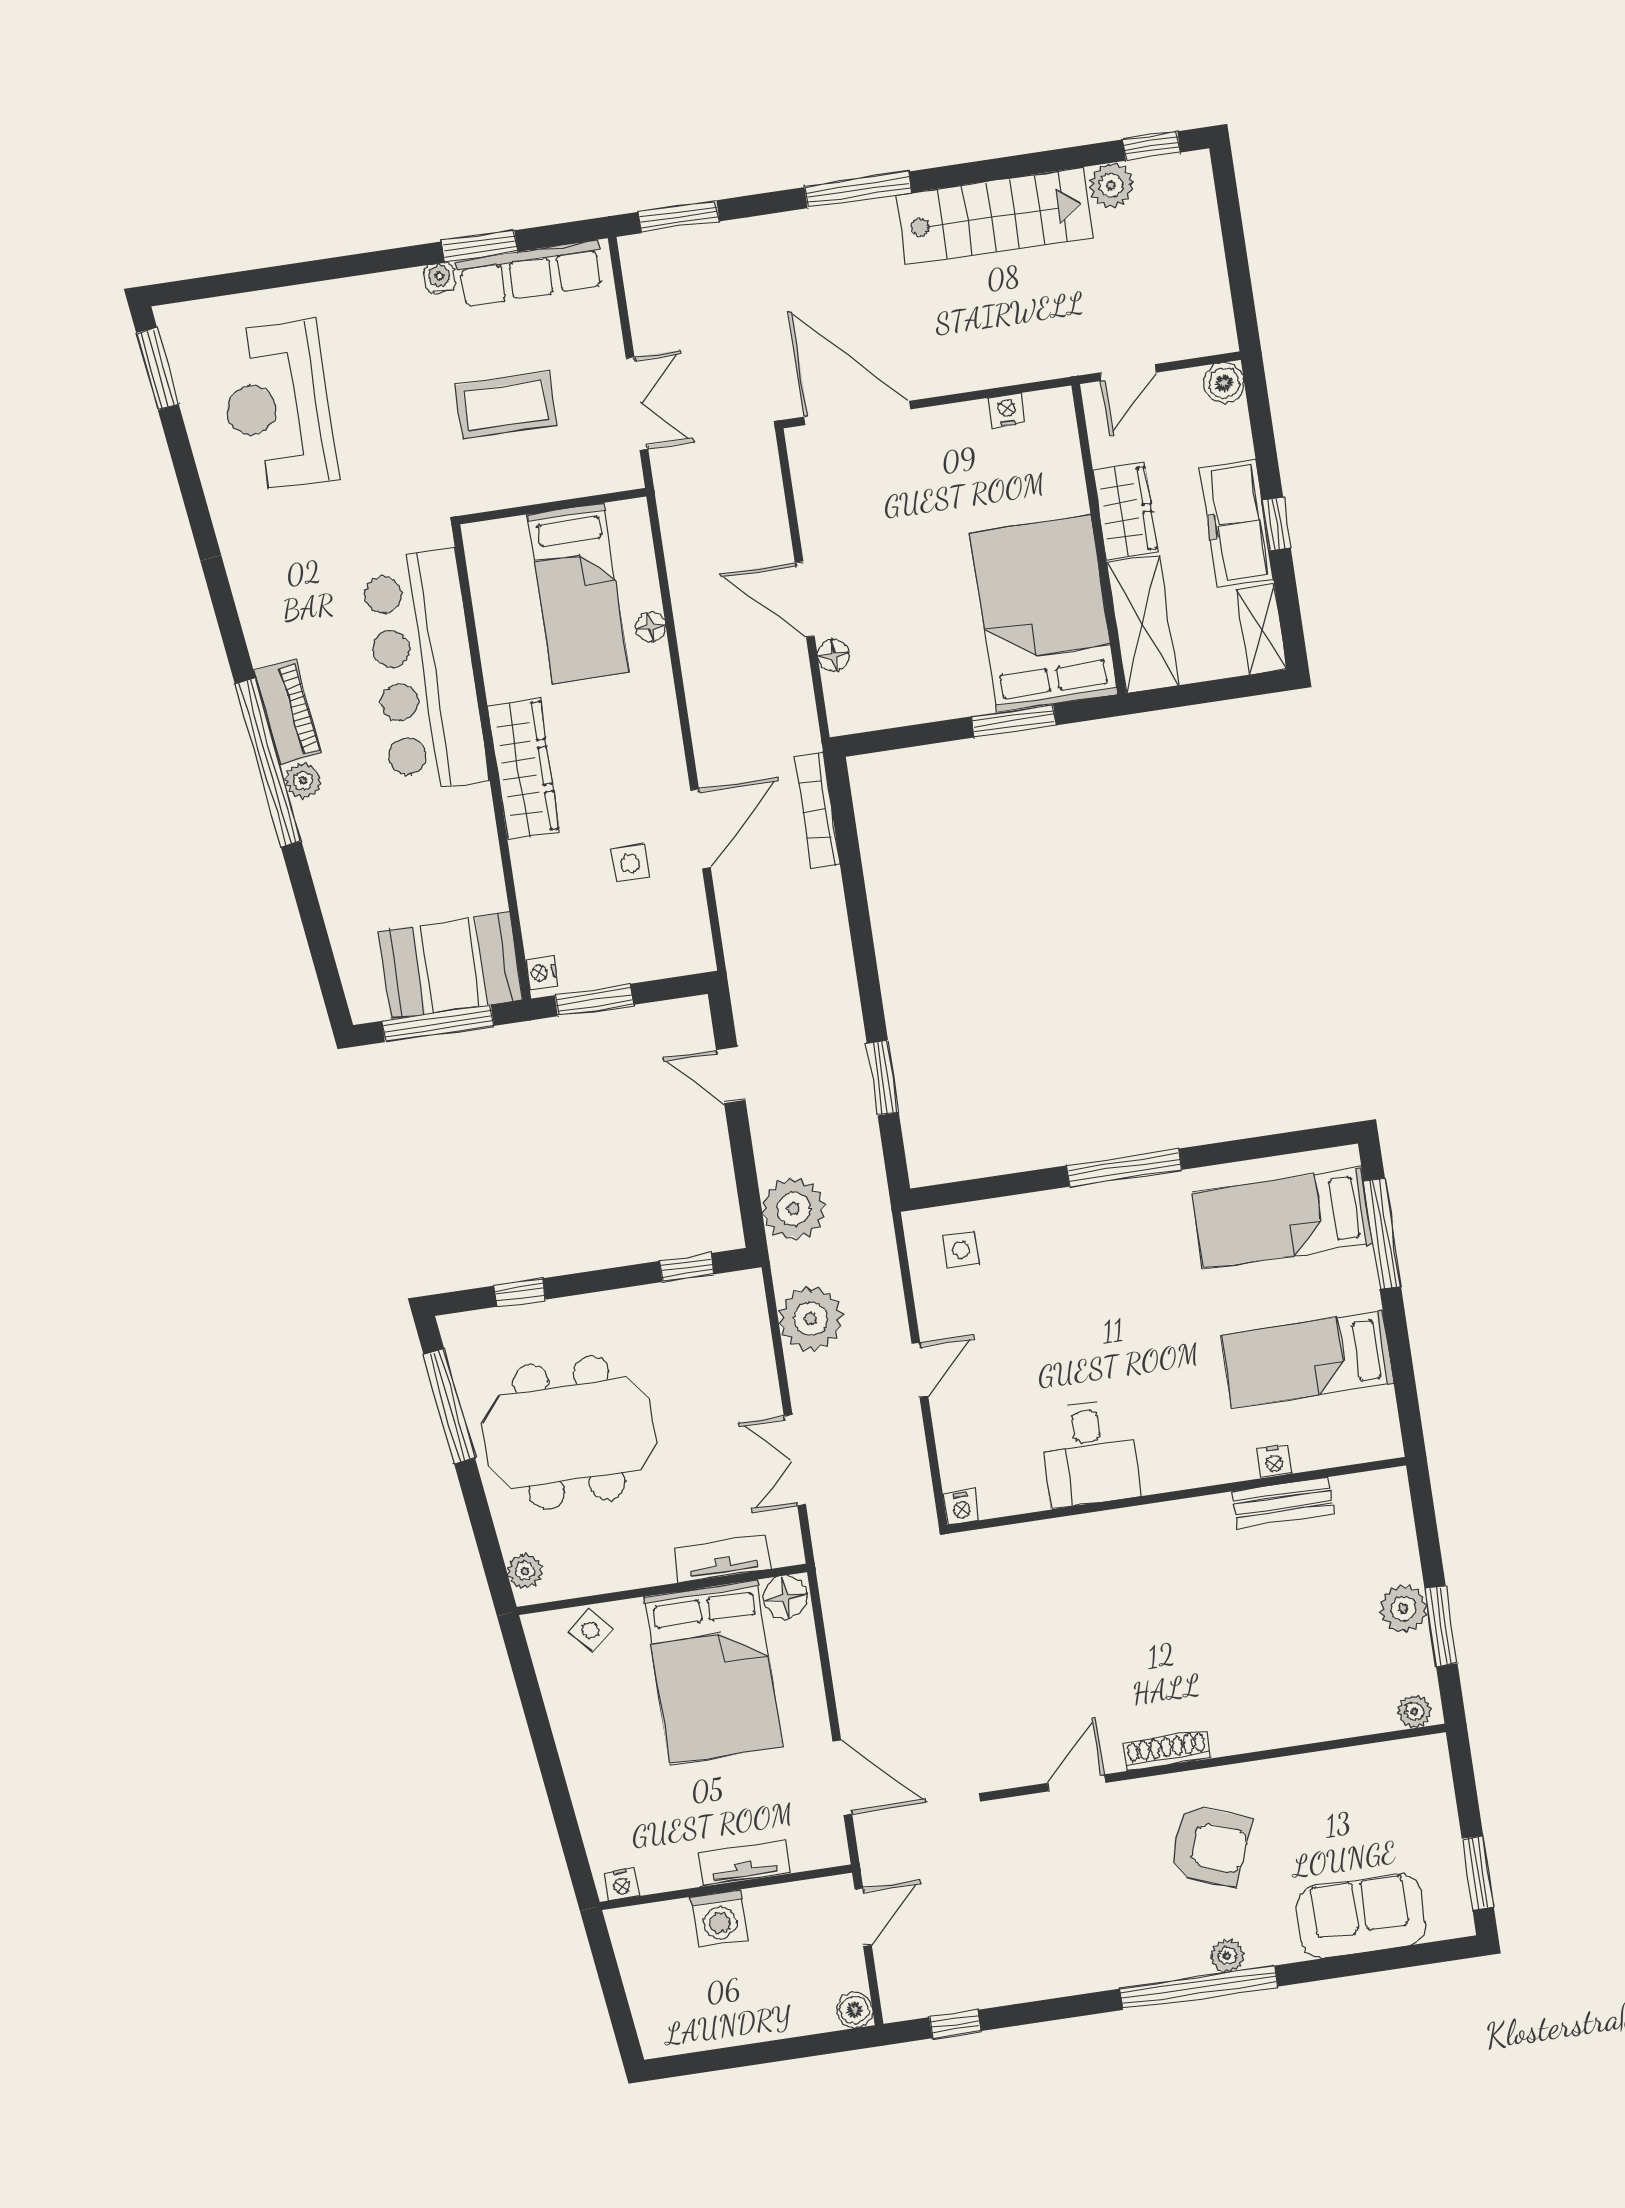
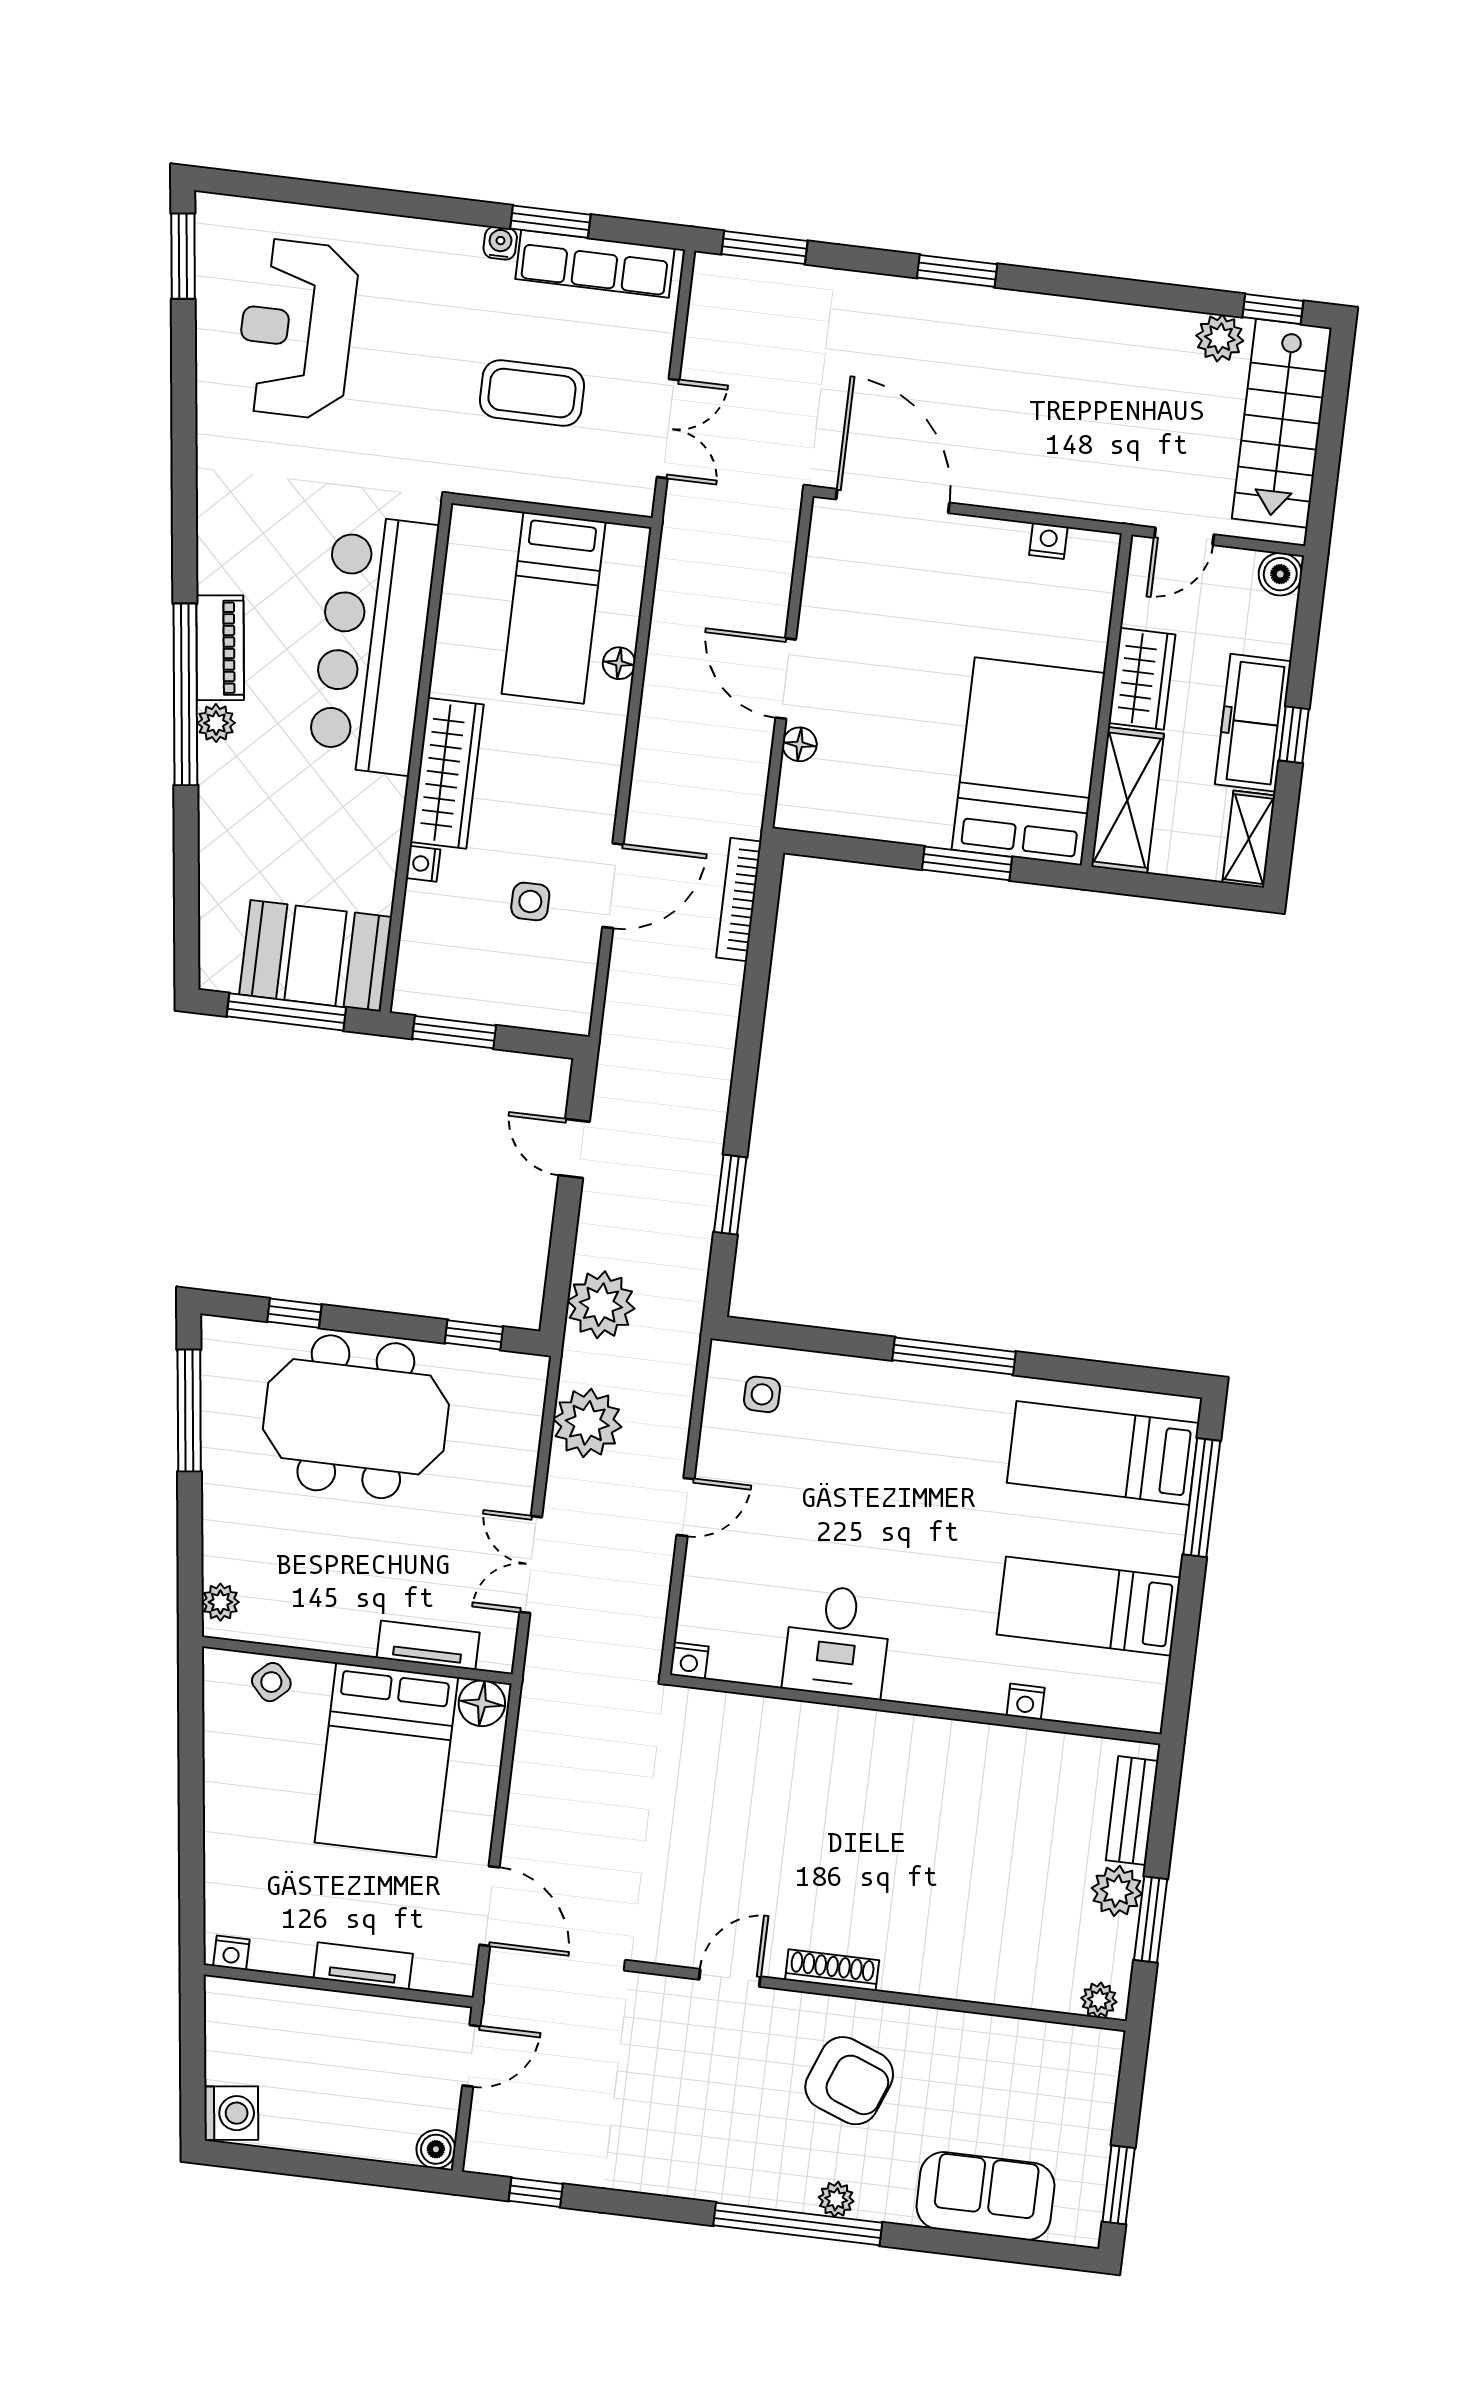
window: (858, 190) -> (957, 271), width x0.69
stairs: (995, 216) -> (1282, 423), moved, turned 90
nightstand: (542, 973) -> (423, 864), moved
meeting table: (569, 1432) -> (356, 1417), moved
bench: (1283, 1503) -> (1132, 1811), moved, turned 90
washing machine: (719, 1918) -> (231, 2113), moved, turned -97

